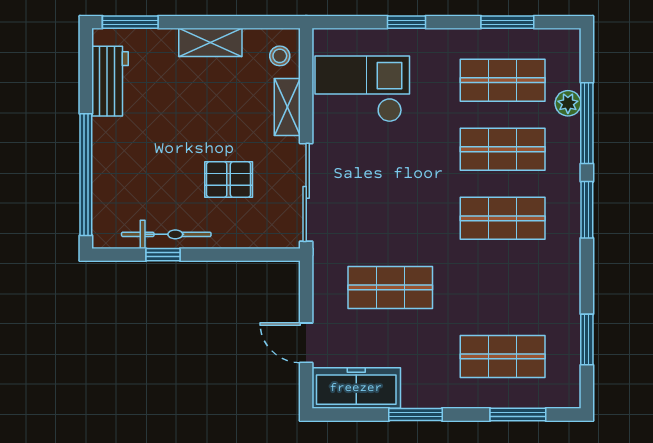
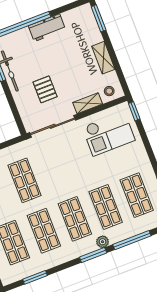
window: (407, 22) -> (134, 111), moved
workbench: (110, 81) -> (47, 28), moved
checkout: (362, 89) -> (109, 134), turned 90
plant: (568, 103) -> (103, 242), moved
shop shelf: (503, 287) -> (44, 231), added

